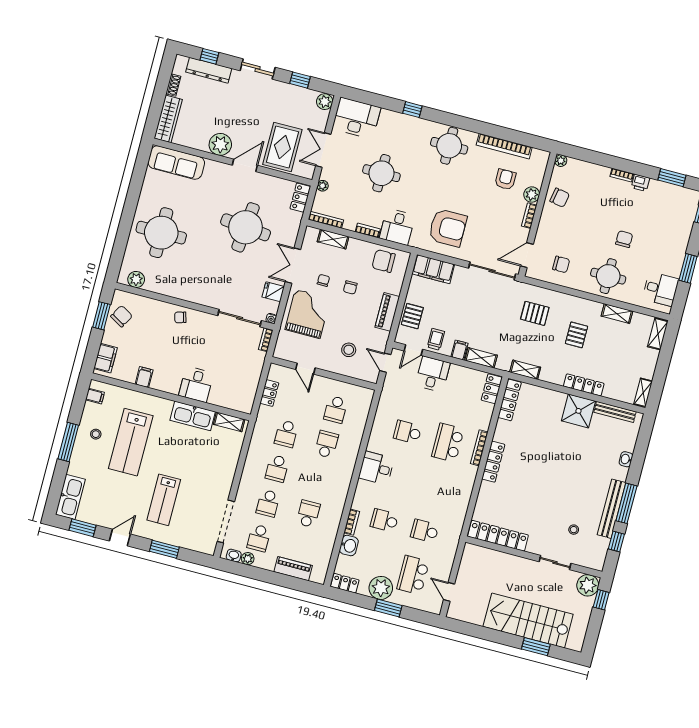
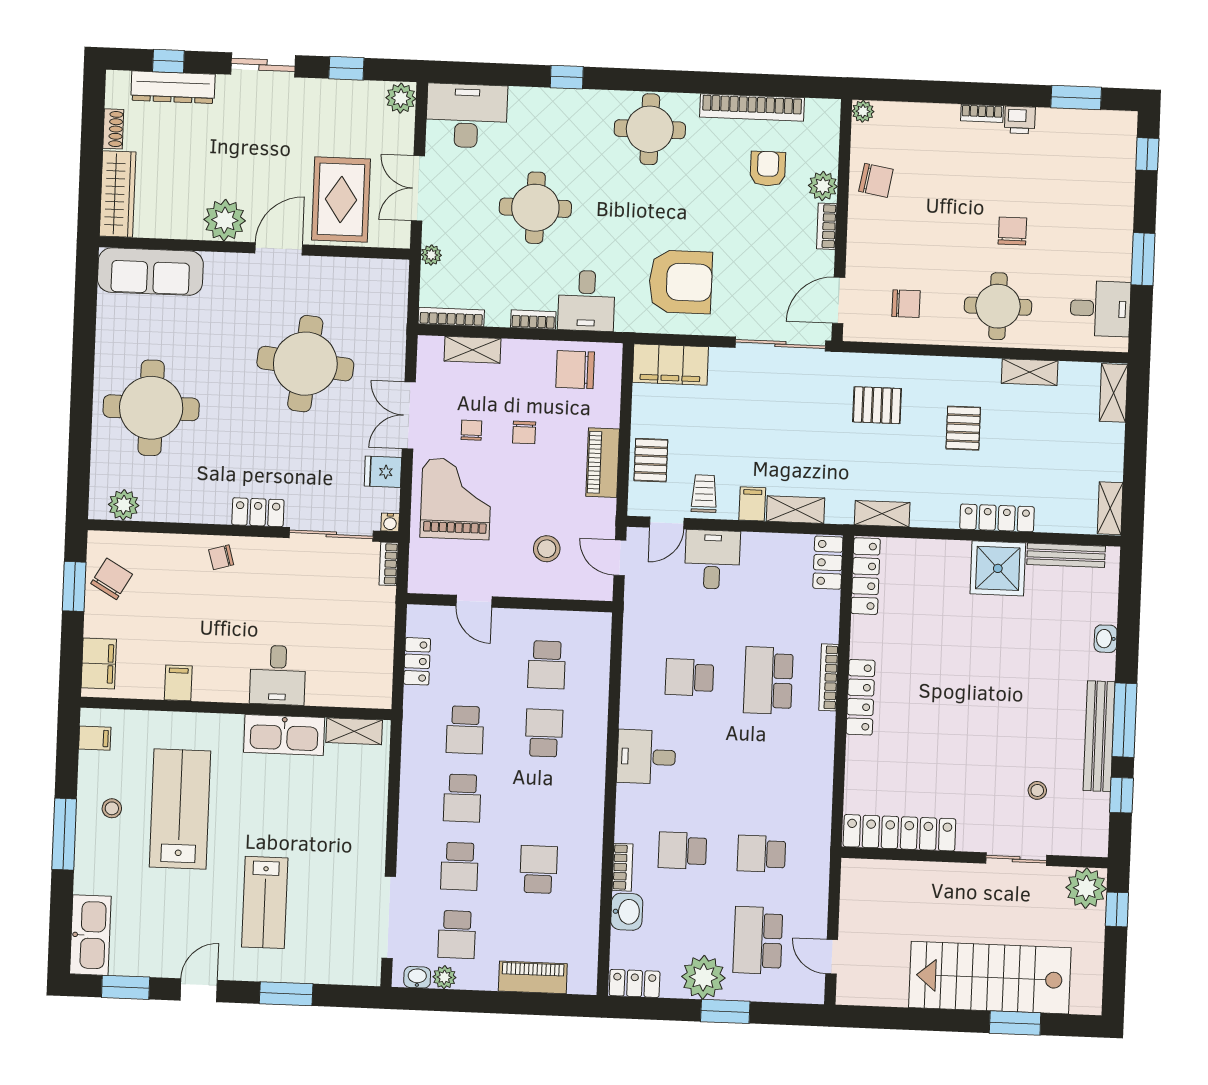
locker: (300, 198) -> (258, 512), moved, turned 90
lab bench: (131, 442) -> (180, 809), turned 180

